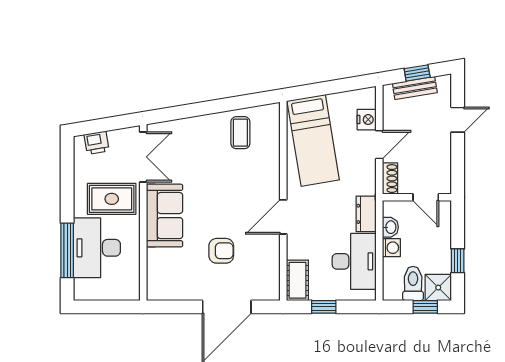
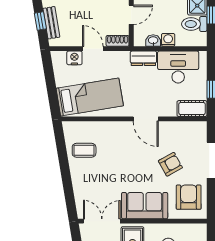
armchair: (221, 251) -> (170, 164), turned 61
armchair: (176, 276) -> (189, 197), added

